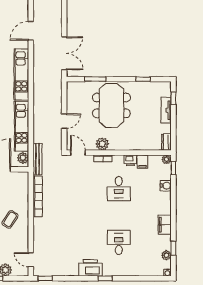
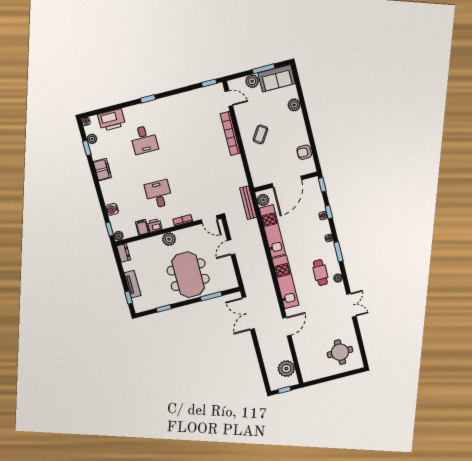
plant: (102, 144) -> (169, 239), moved
bookcase: (38, 196) -> (230, 133), moved
printer: (90, 268) -> (112, 120), moved

